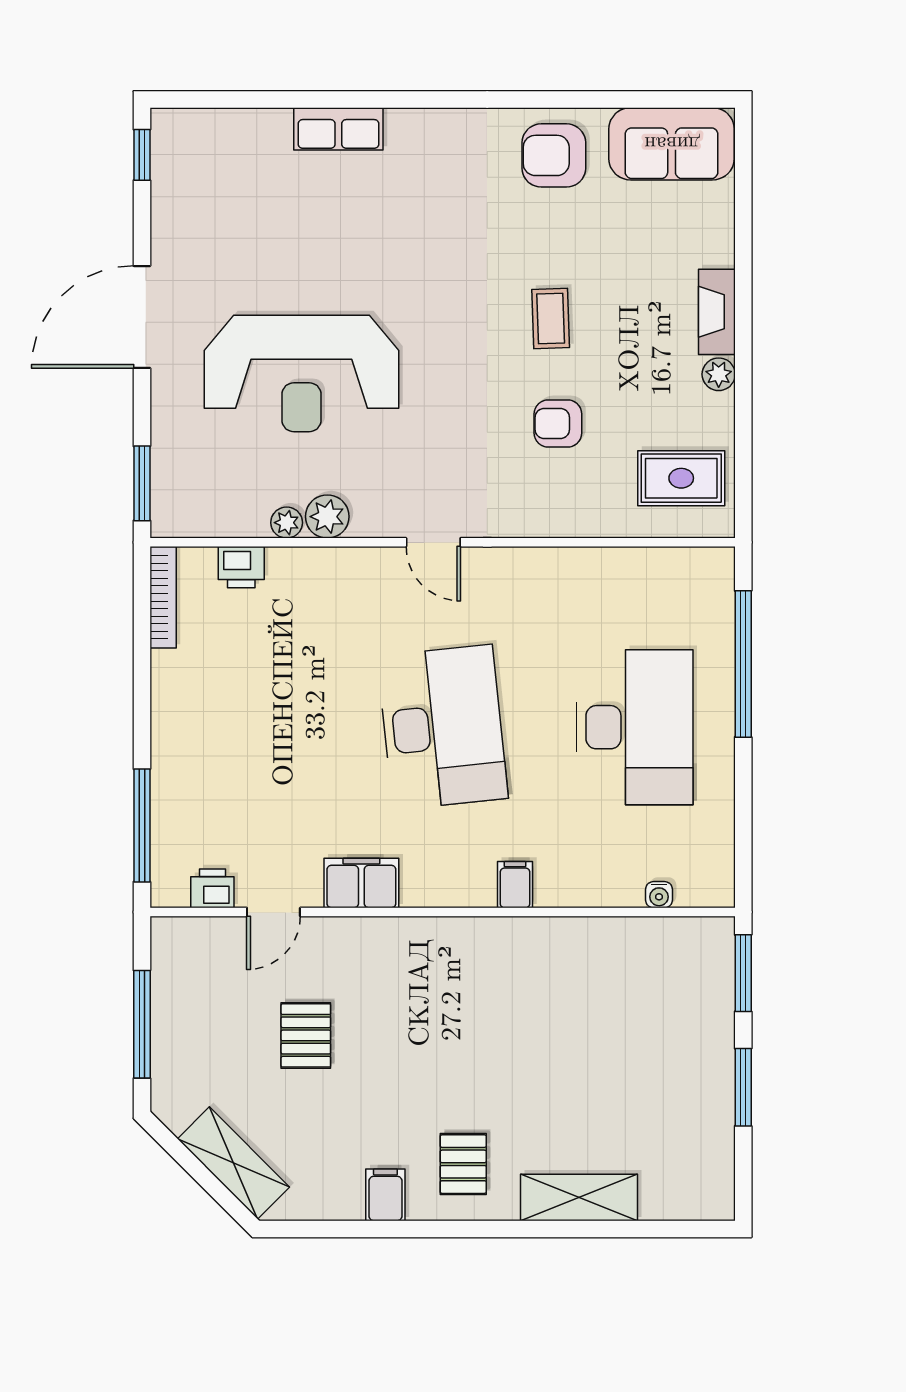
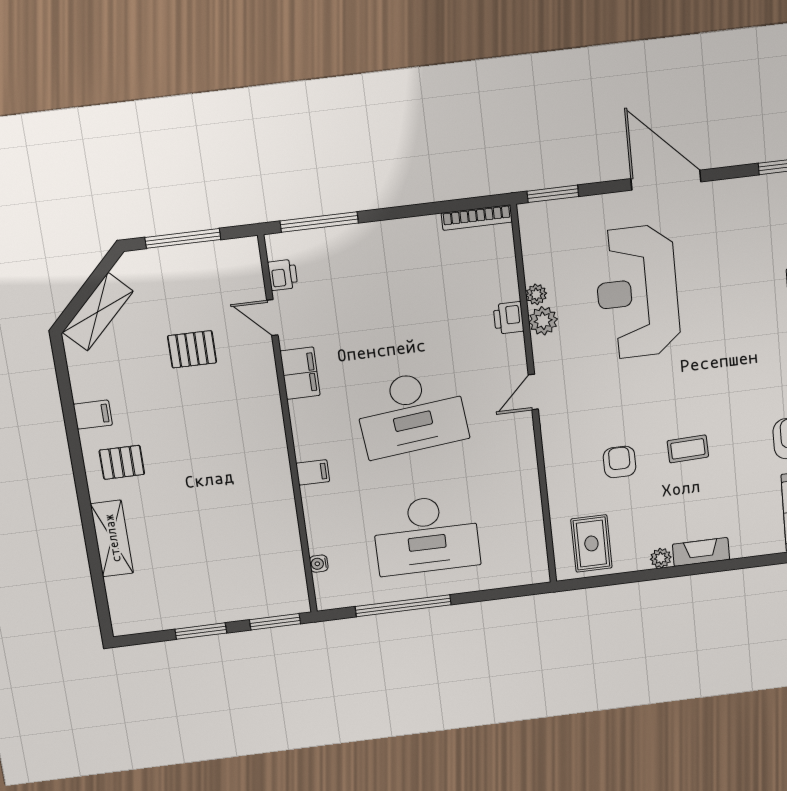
printer: (241, 567) -> (508, 318), moved
window: (743, 664) -> (403, 606), moved

